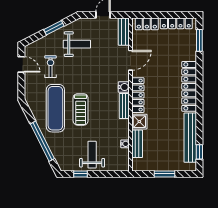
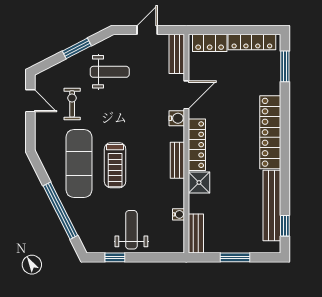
water cooler: (124, 87) -> (177, 118), moved
bench: (137, 144) -> (196, 233), moved

